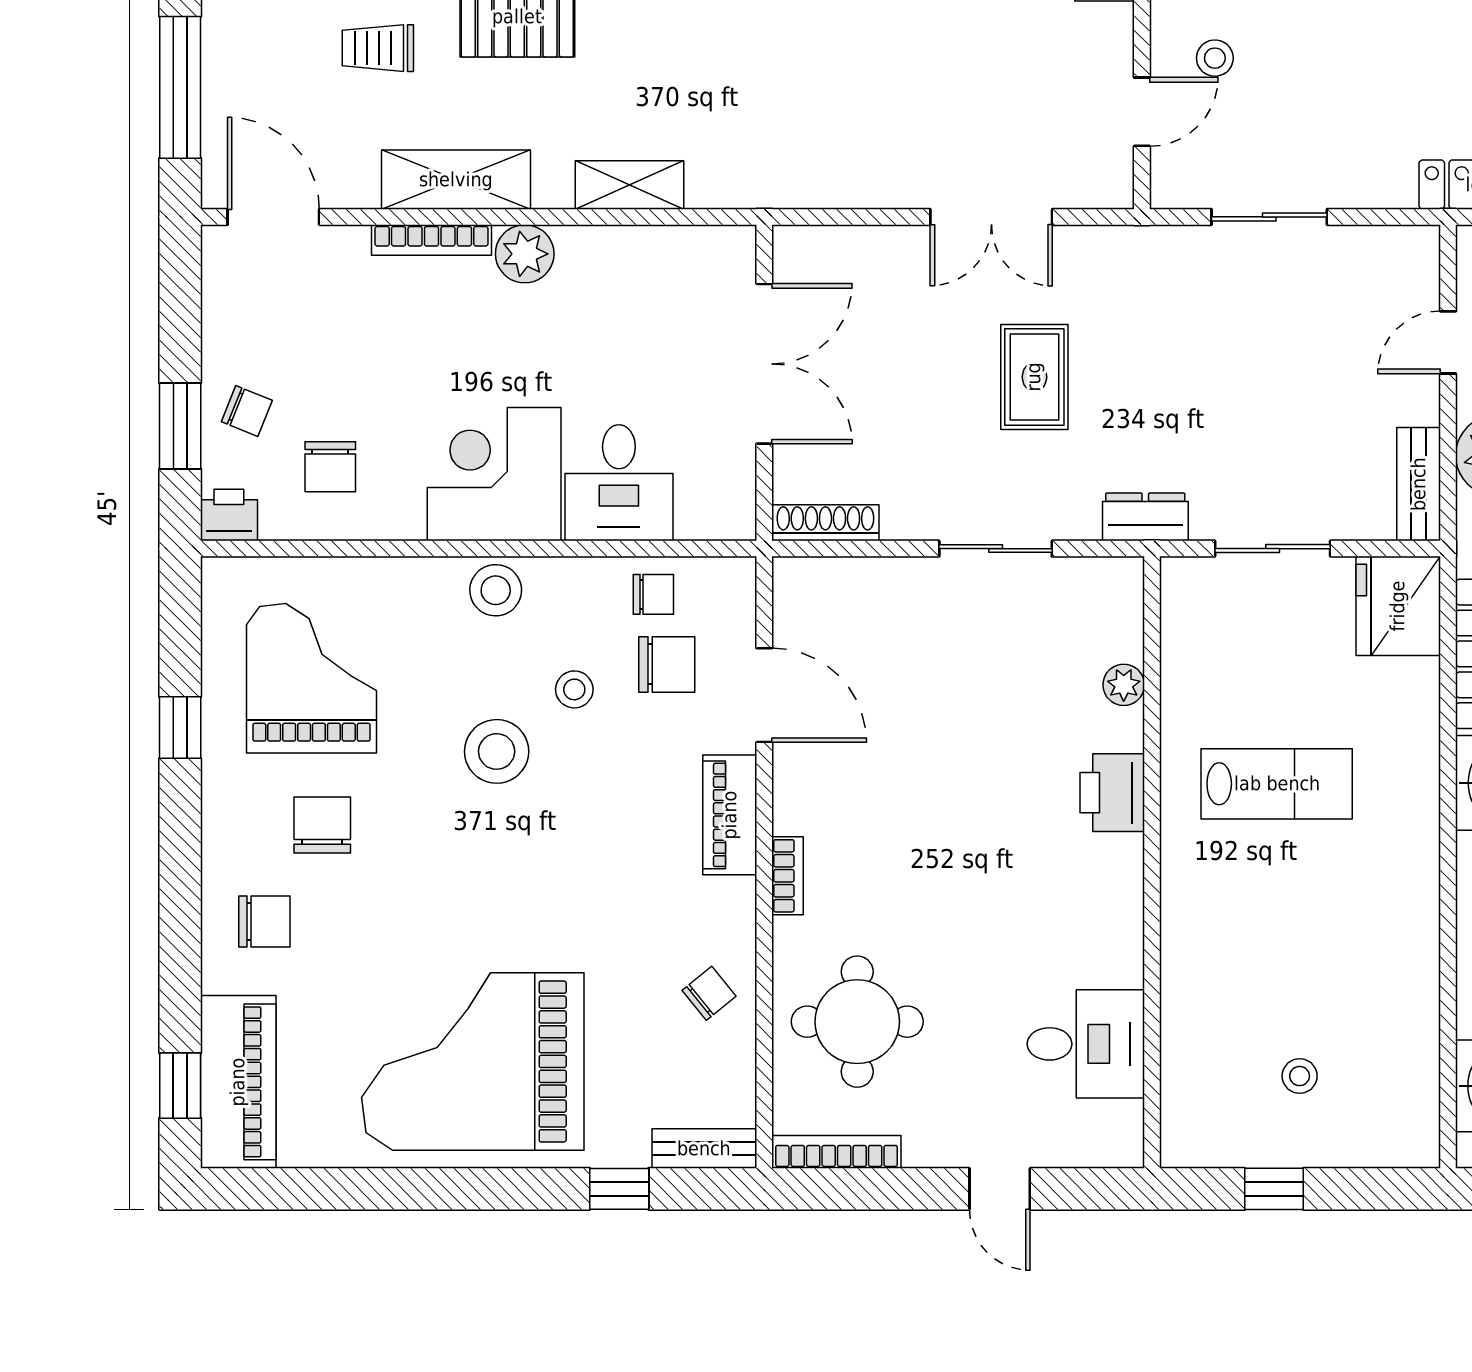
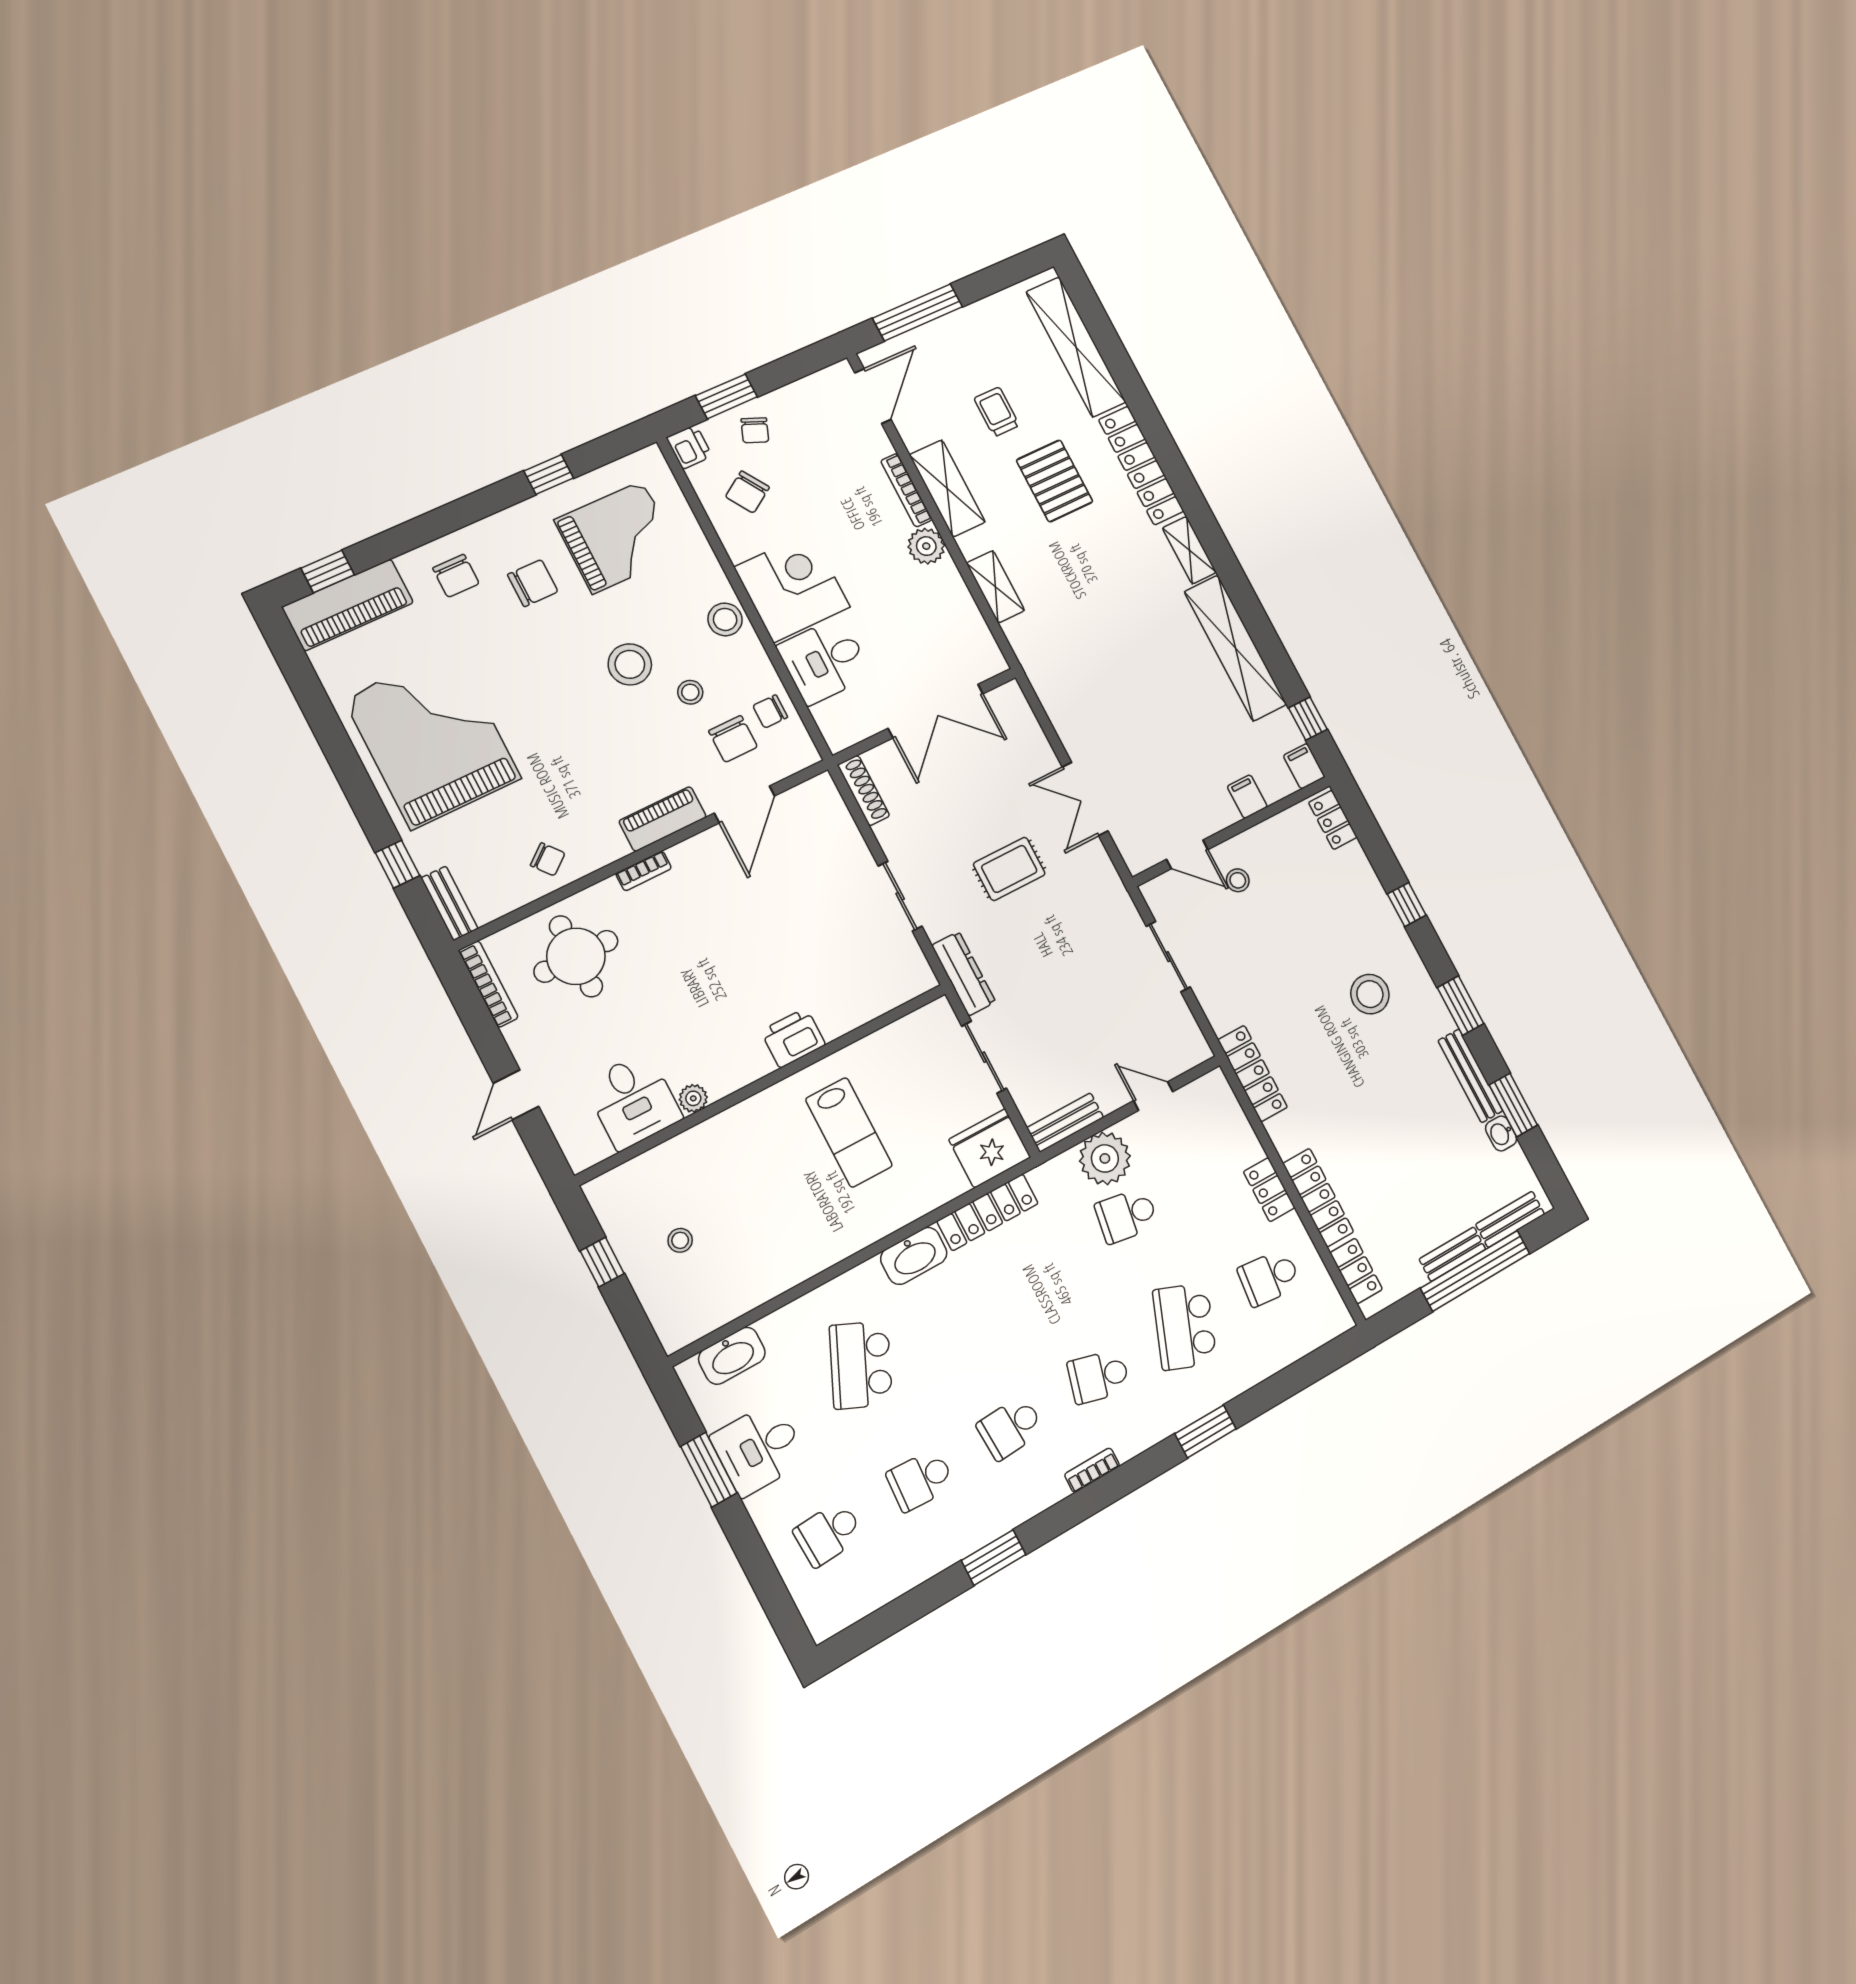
chair: (330, 467) -> (747, 492), turned -33
dresser: (1145, 517) -> (964, 974), width x1.44
chair: (653, 594) -> (770, 711), turned 90
plant: (1124, 685) -> (693, 1098), moved

